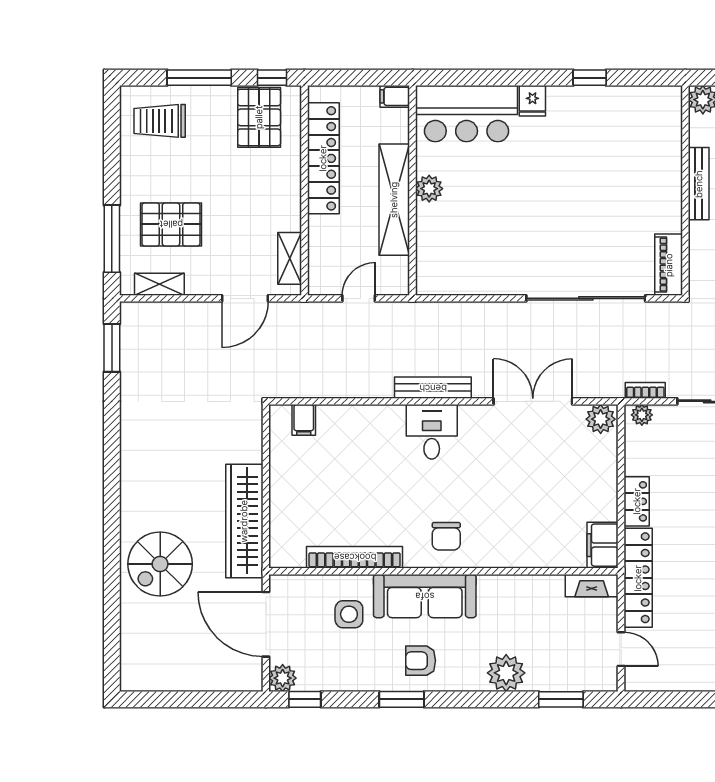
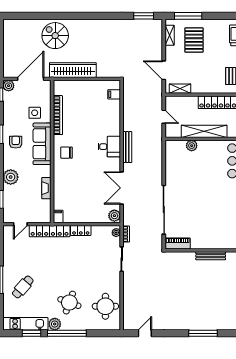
plant: (429, 189) -> (192, 146), moved
double door: (533, 401) -> (122, 188), swing flipped
filing cabinet: (603, 545) -> (58, 216), width x0.50
fireplace: (592, 586) -> (46, 188), moved

